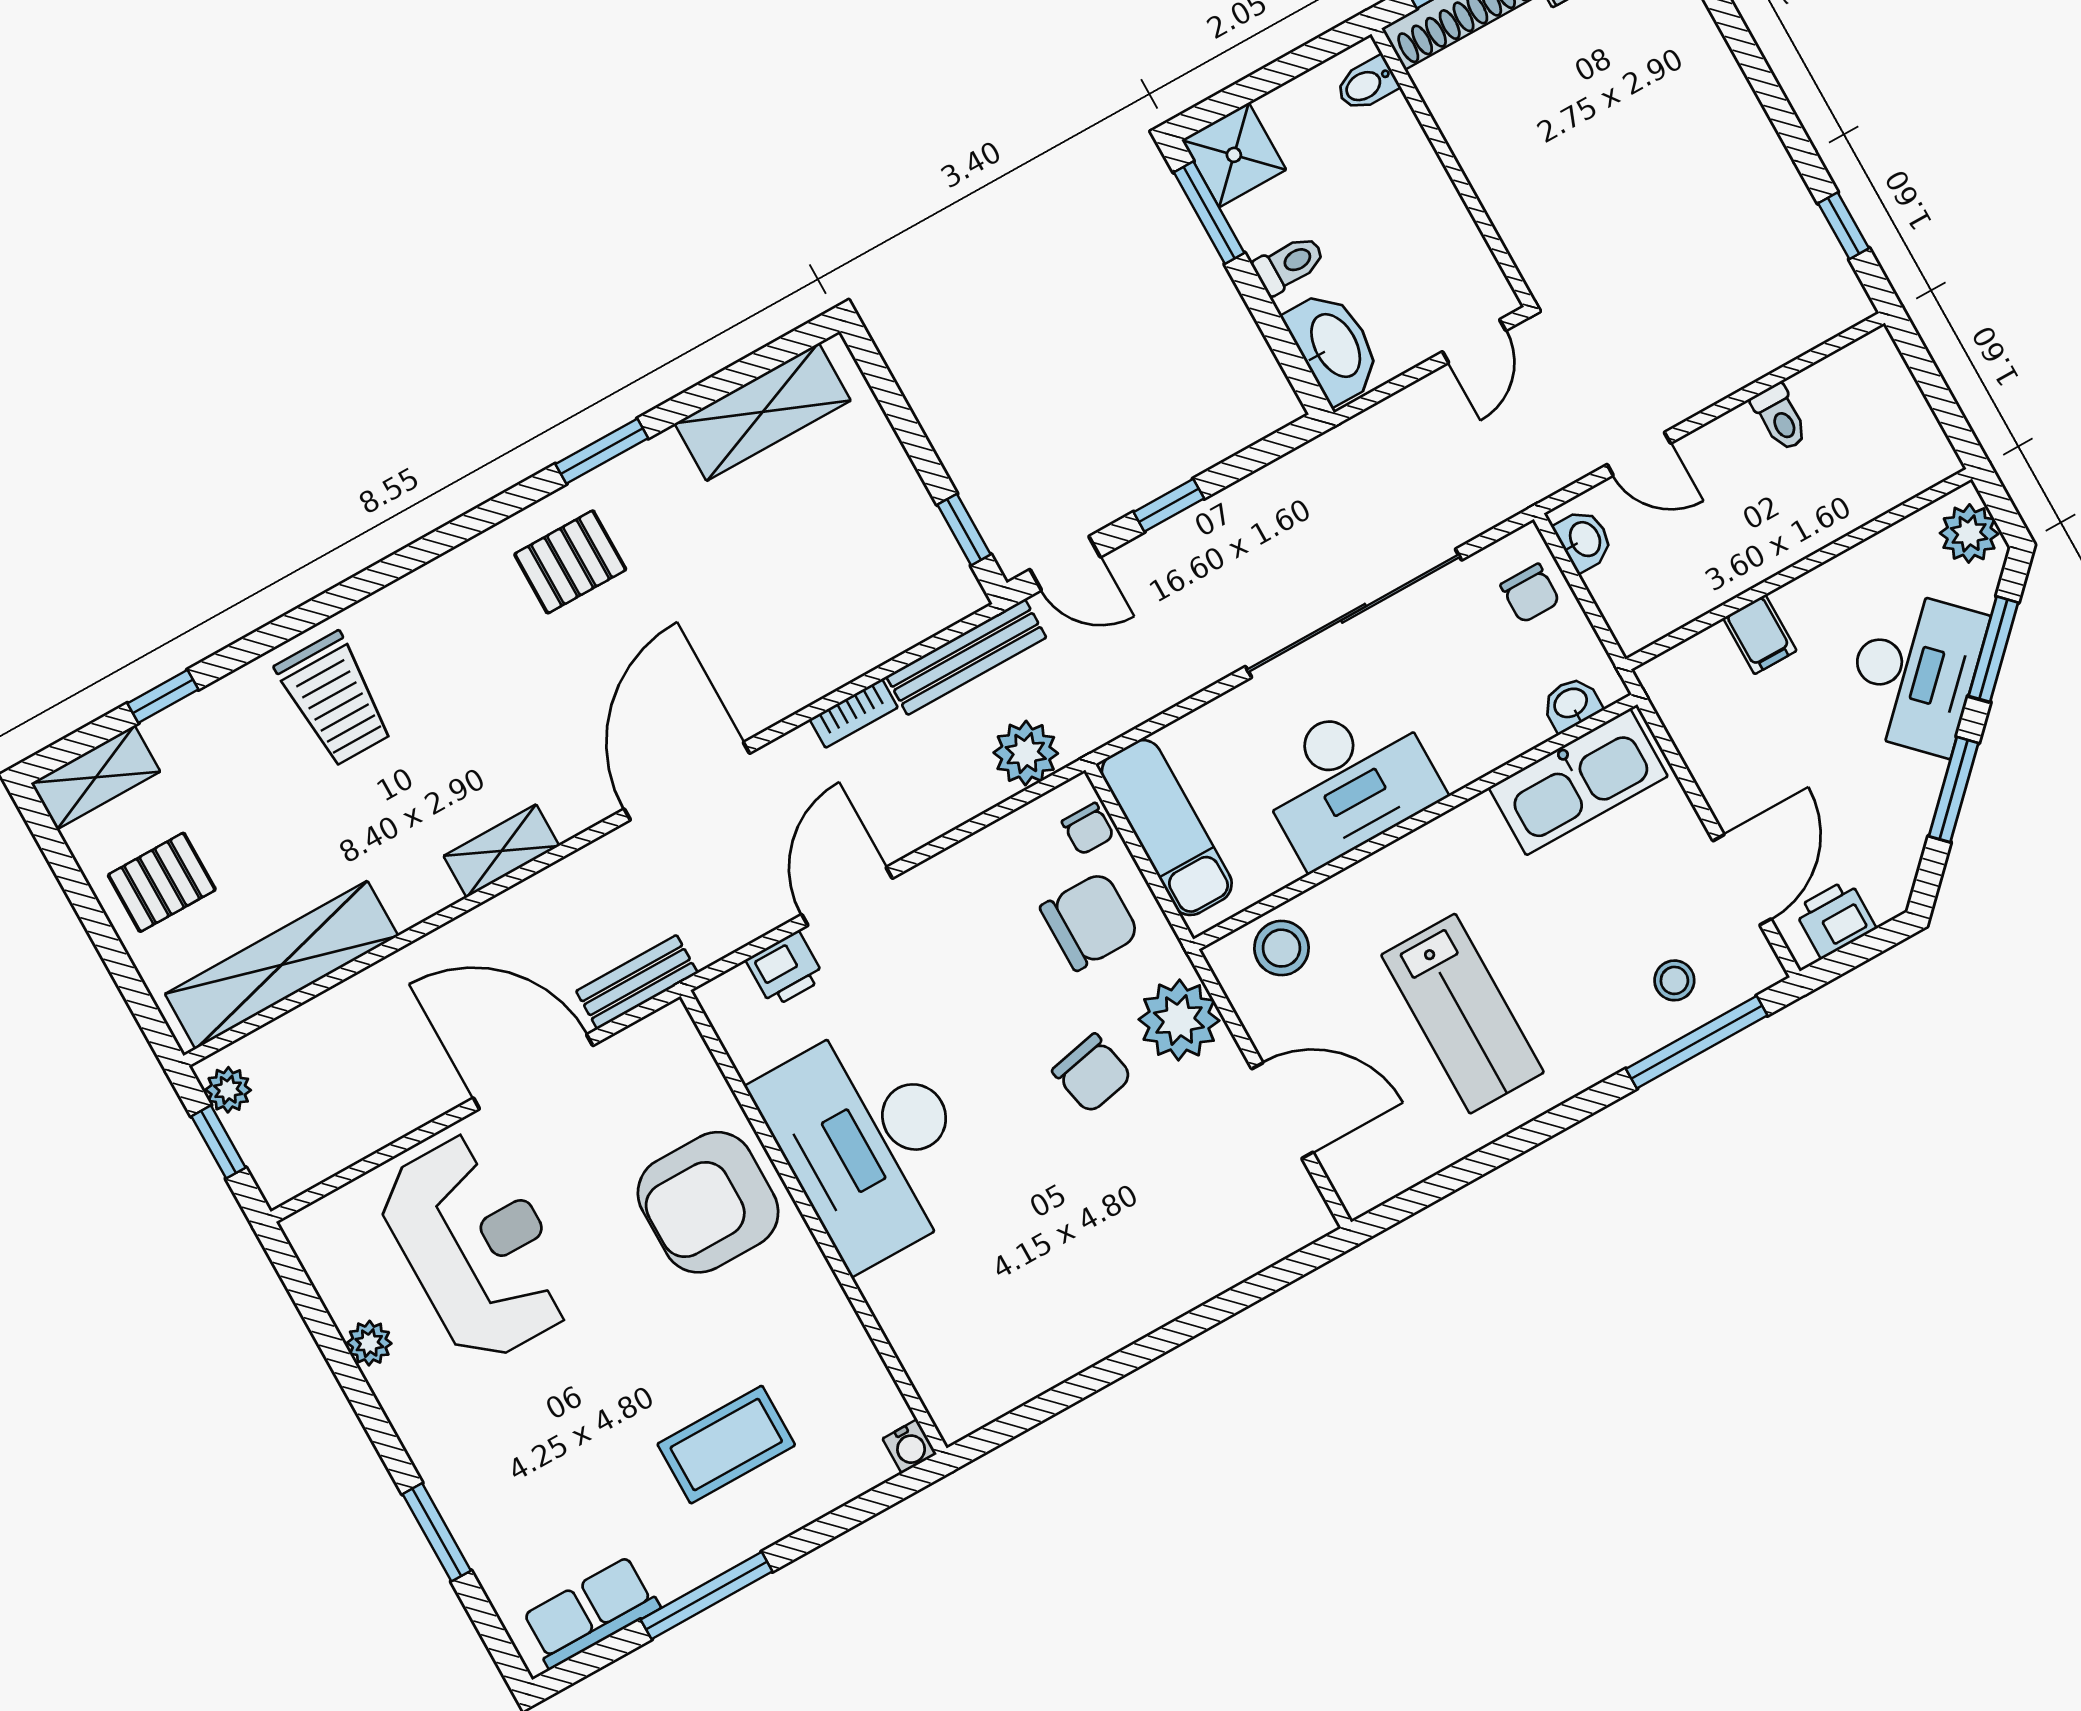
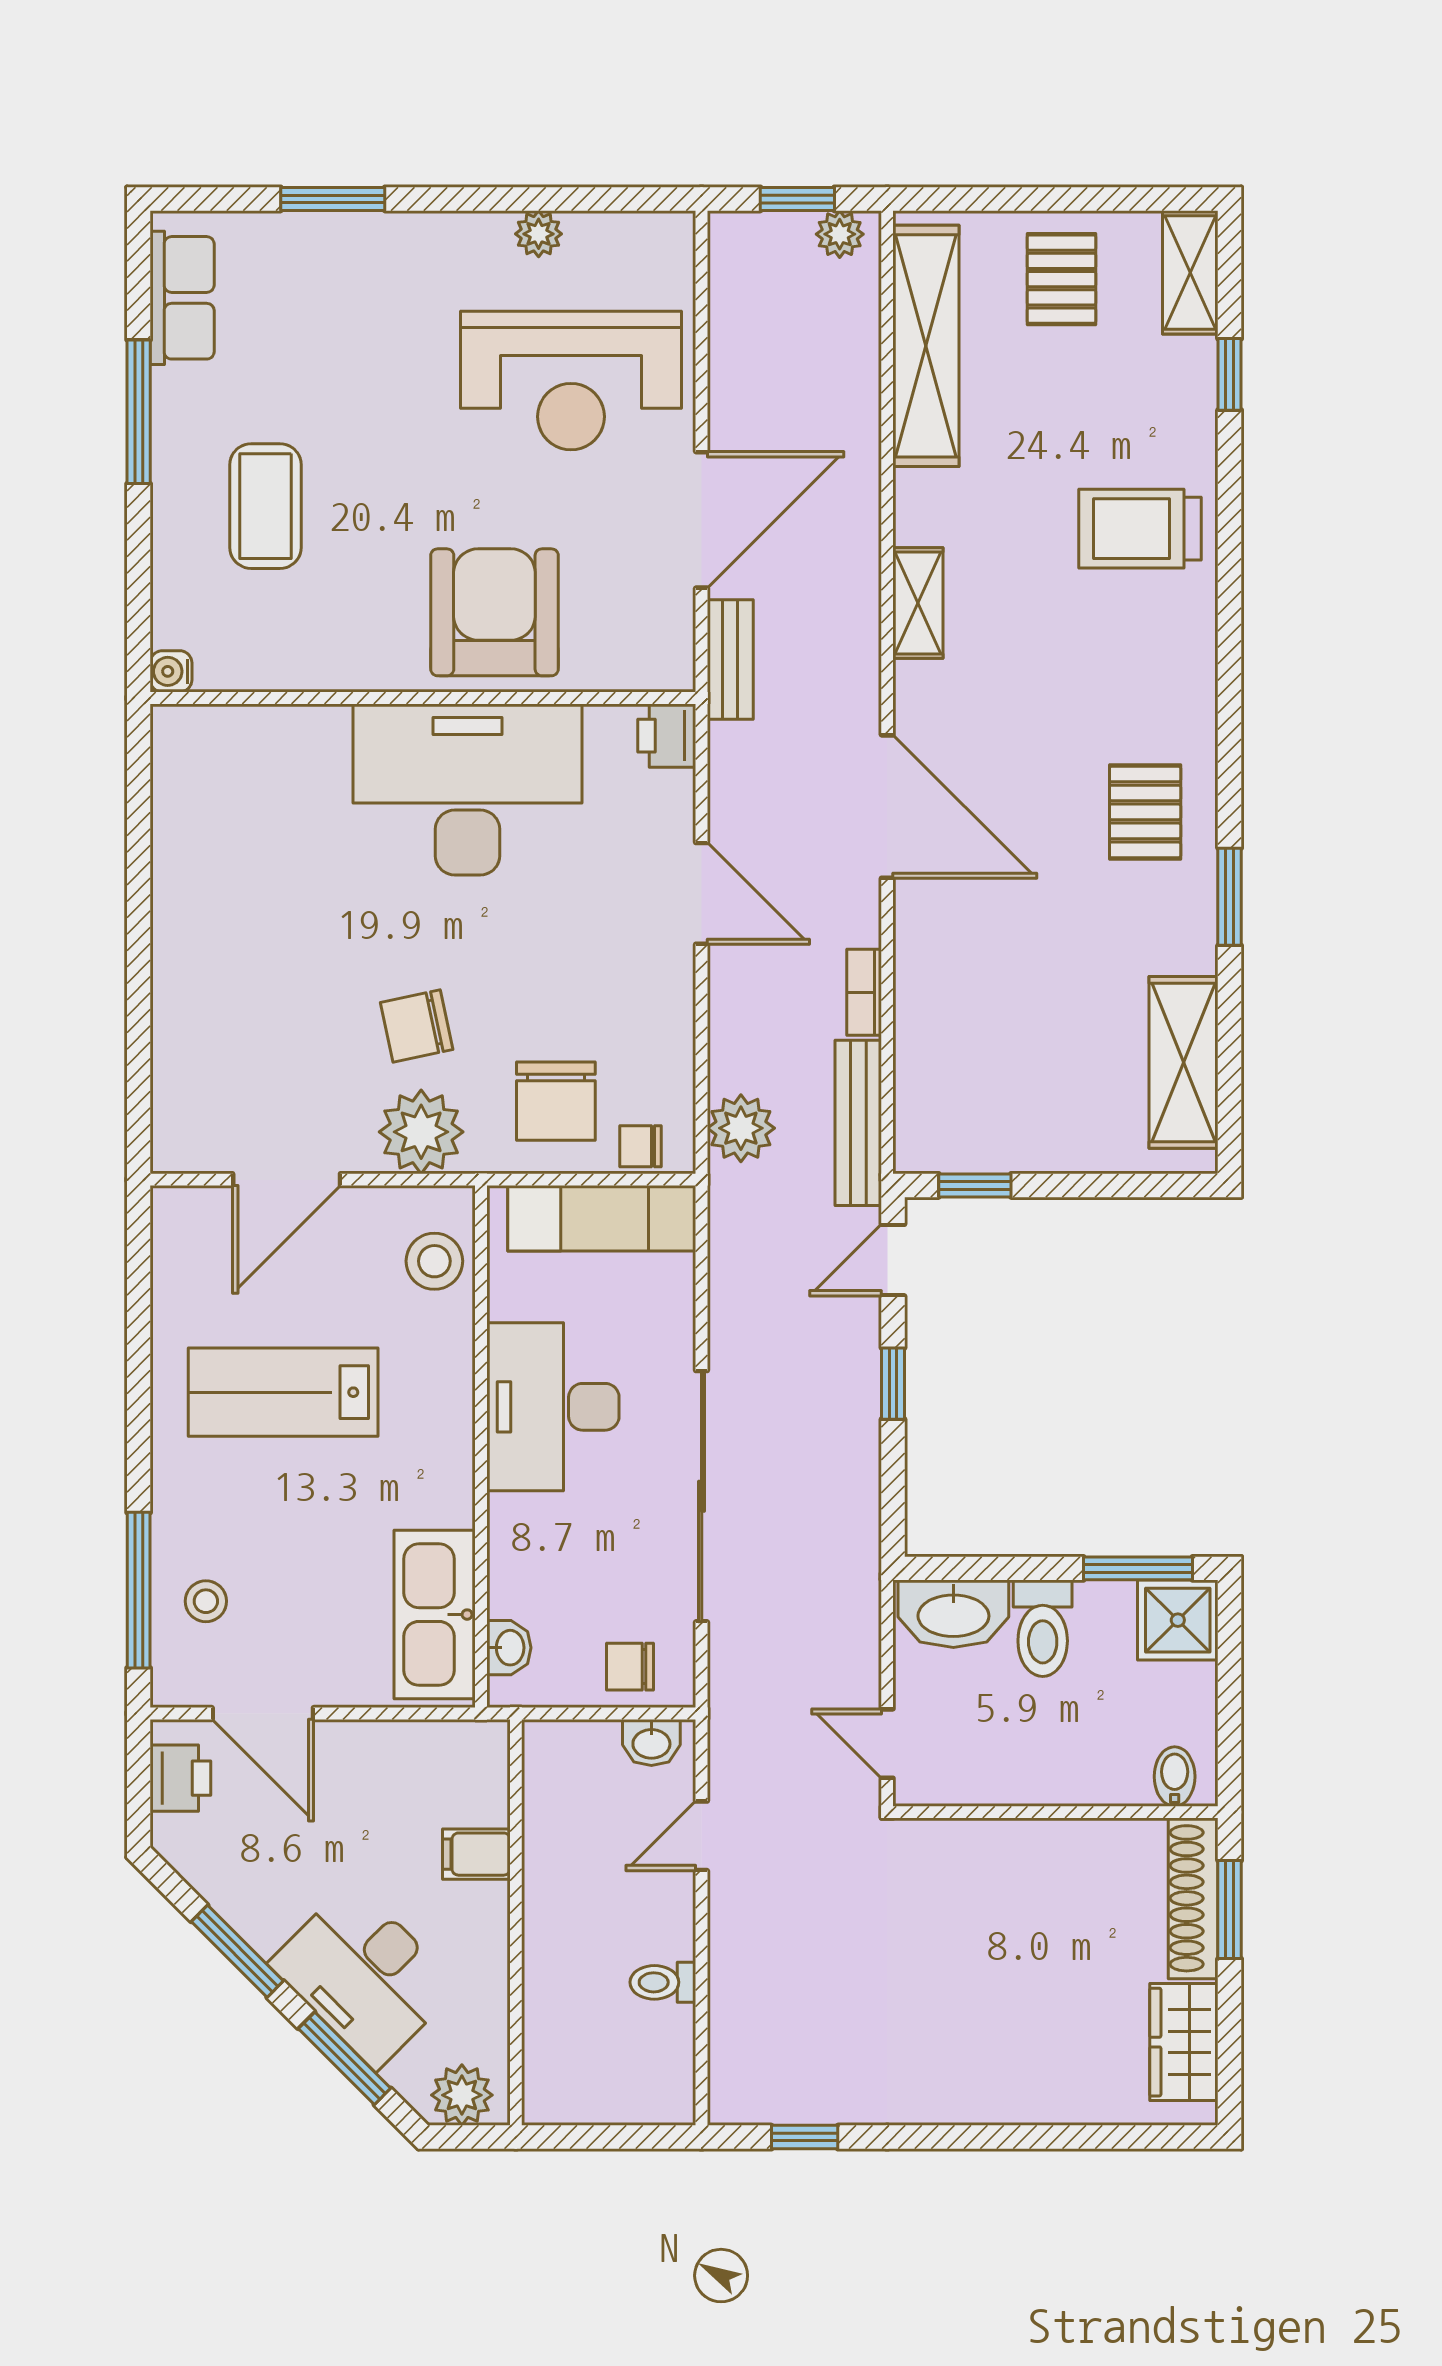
toilet: (1289, 264) -> (1043, 1628), width x1.37, depth x1.39
printer: (785, 969) -> (667, 736), moved

